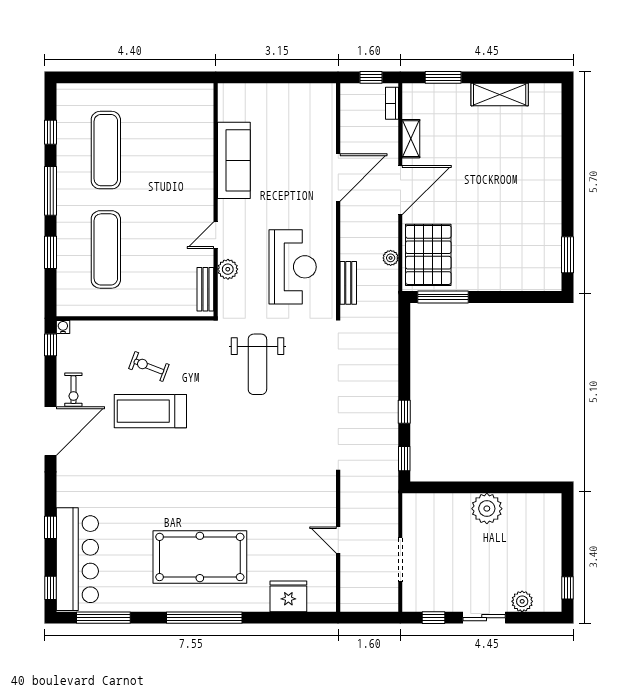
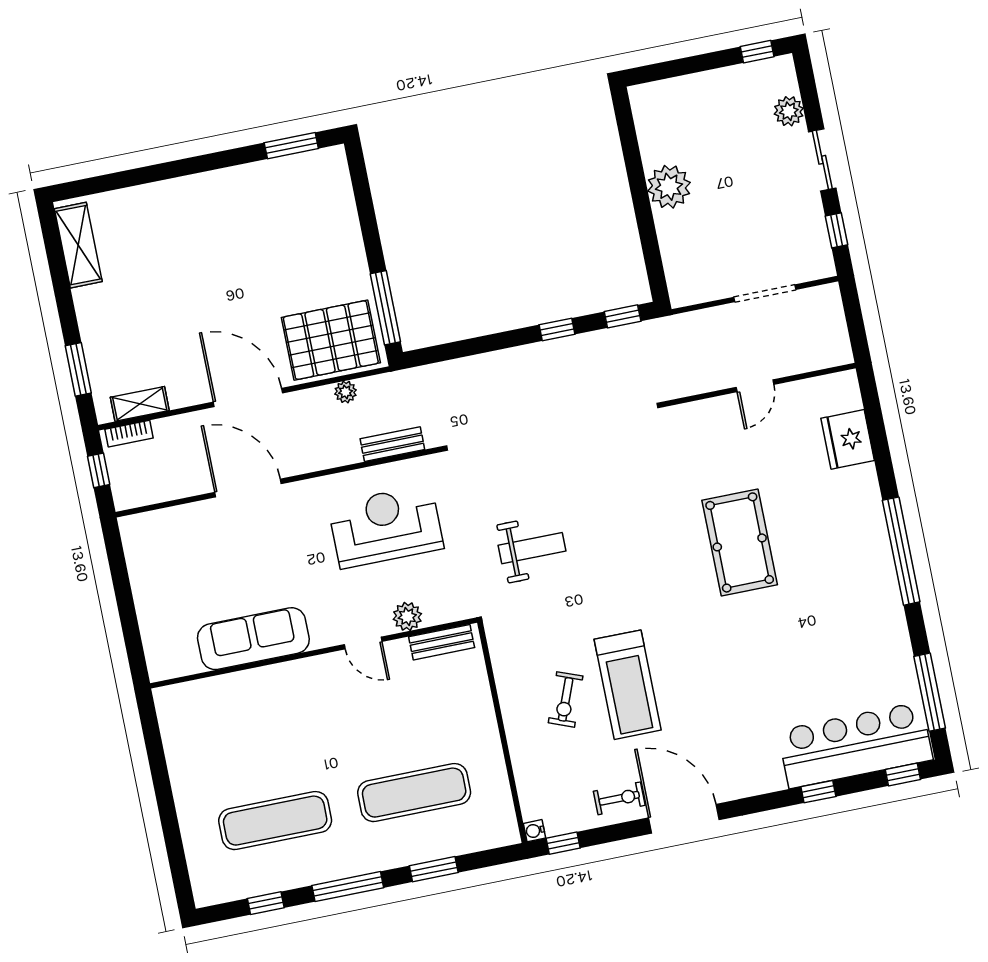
shelving: (500, 95) -> (78, 245), moved
shelving: (411, 139) -> (140, 404), moved
weight bench: (257, 364) -> (532, 548), width x0.73, depth x0.75
pool table: (200, 557) -> (740, 542), moved, width x0.73, depth x0.76

